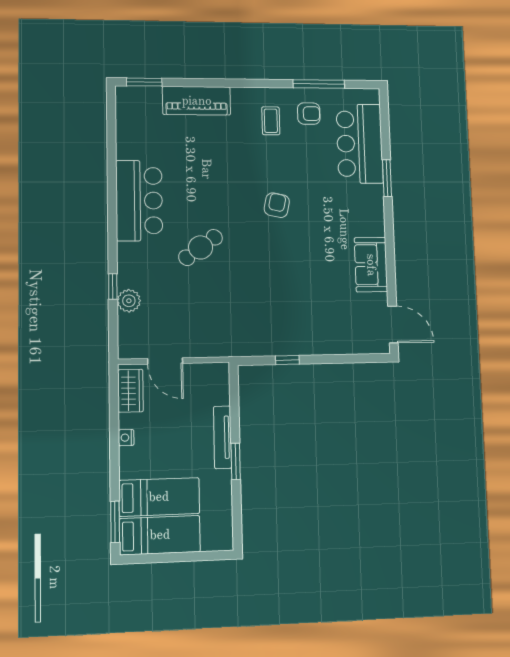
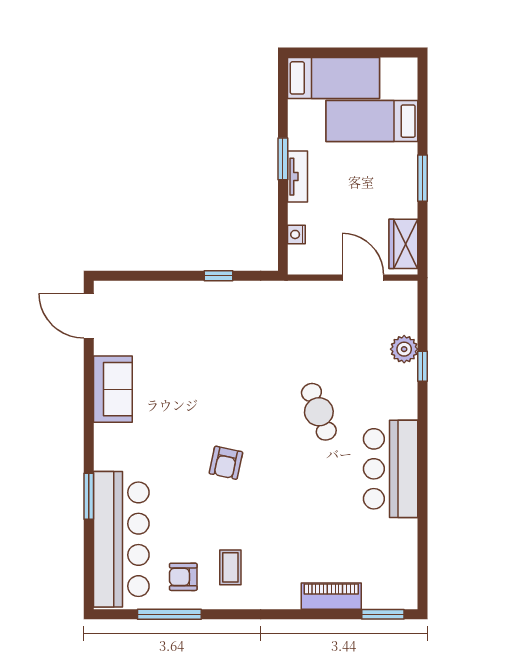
piano: (197, 101) -> (331, 596), width x0.73, depth x0.75
bar counter: (360, 144) -> (121, 539), width x1.36
cafe table: (201, 247) -> (319, 412), turned -75
tv unit: (223, 437) -> (298, 177), width x0.71
nightstand: (126, 438) -> (296, 234), moved, turned 180
window: (115, 522) -> (423, 178), moved
bed: (160, 535) -> (334, 78), moved, turned 180

